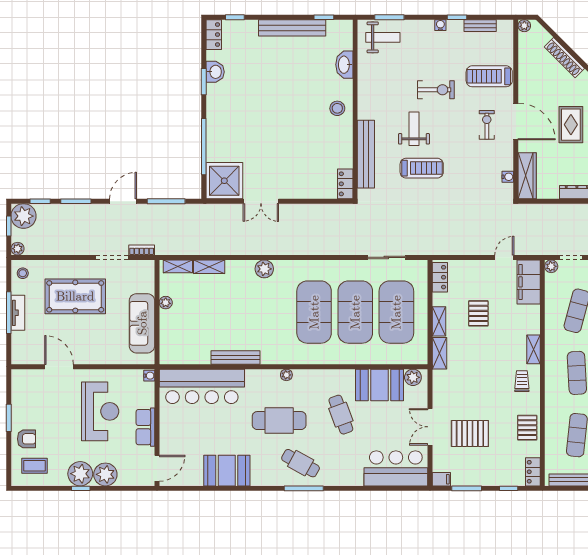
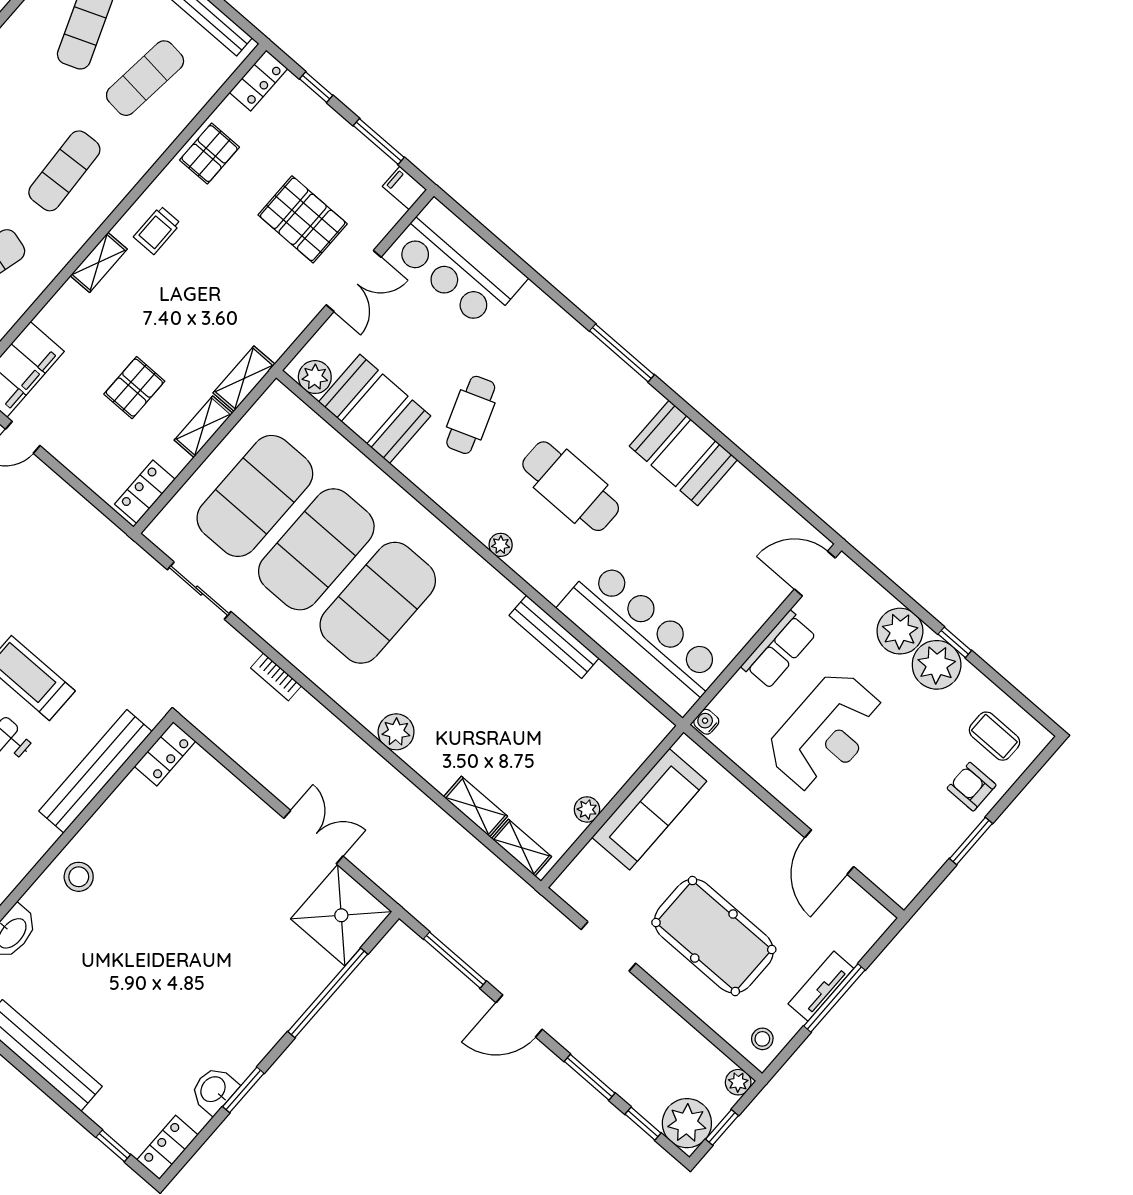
bookcase: (142, 250) -> (276, 677), moved
reception desk: (100, 411) -> (826, 732), turned 180
cafe table: (301, 463) -> (594, 395), removed
booth: (227, 471) -> (683, 453), moved

